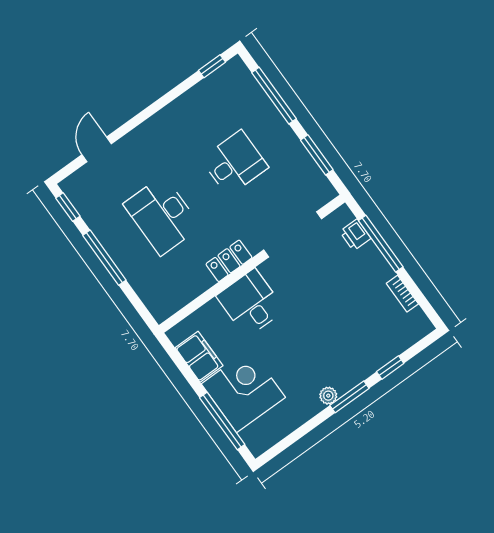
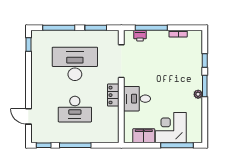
desk: (235, 163) -> (75, 64), width x1.87, depth x1.30

